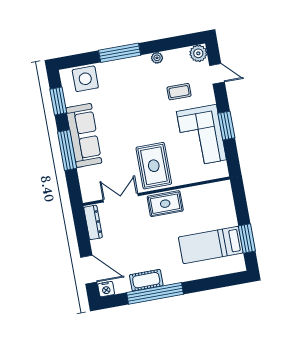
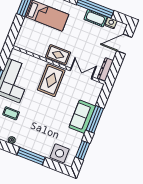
sofa: (84, 135) -> (82, 117), width x0.73
double door: (121, 198) -> (81, 74), swing flipped
door: (89, 270) -> (124, 44), hinge flipped
nightstand: (106, 289) -> (111, 23), moved

